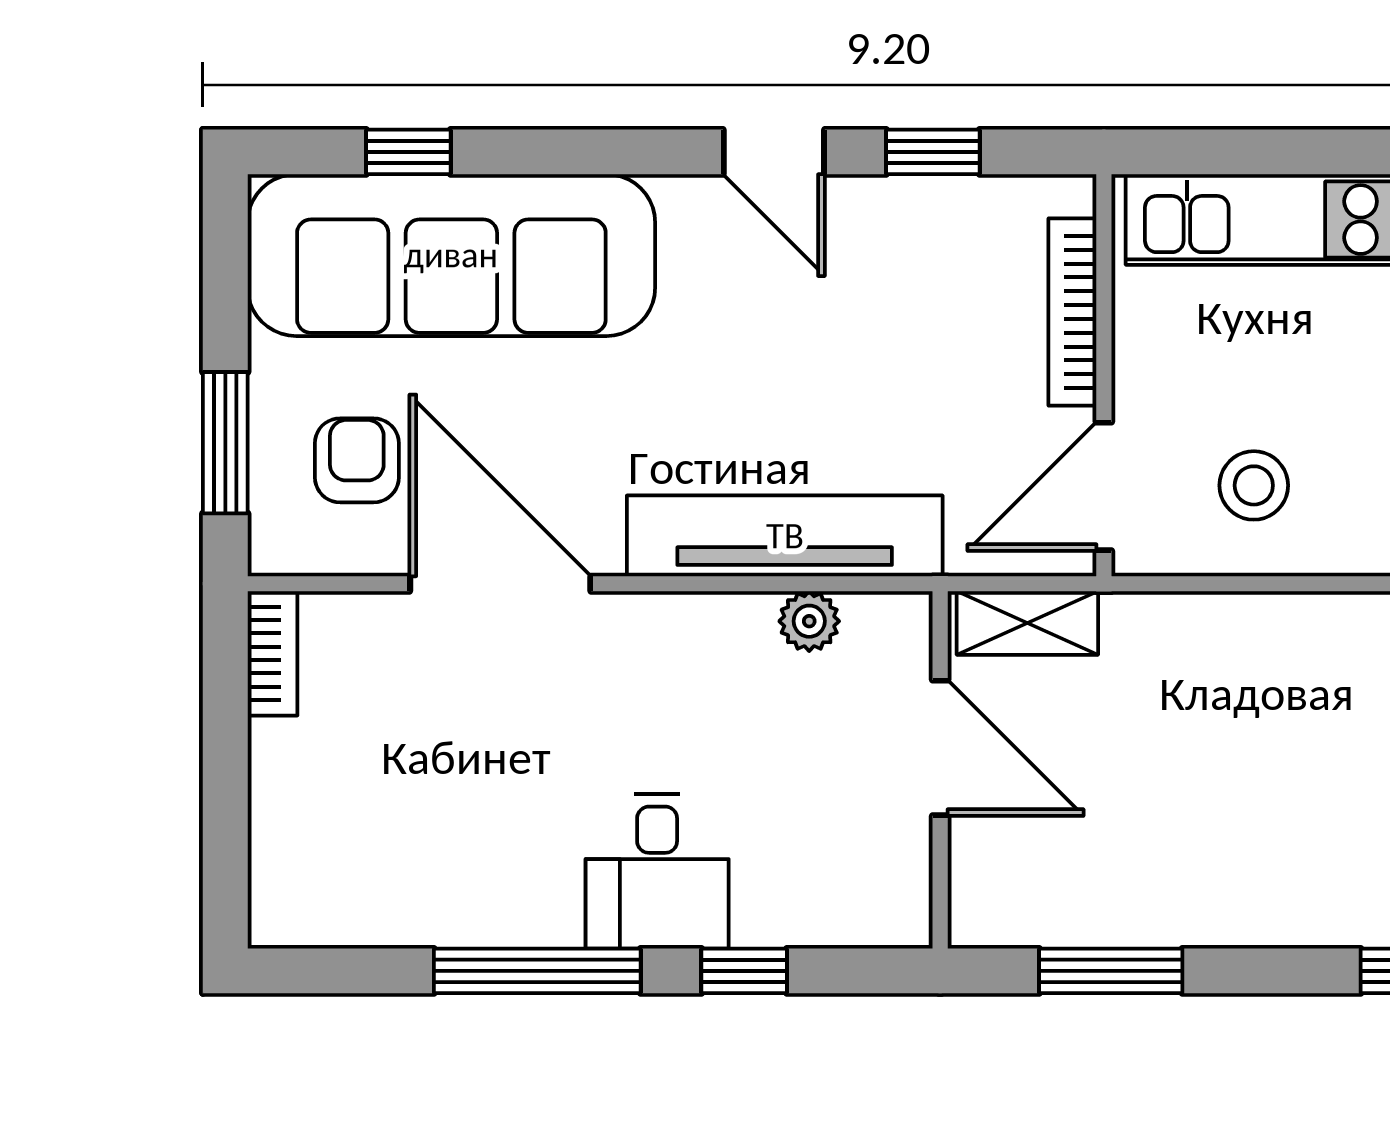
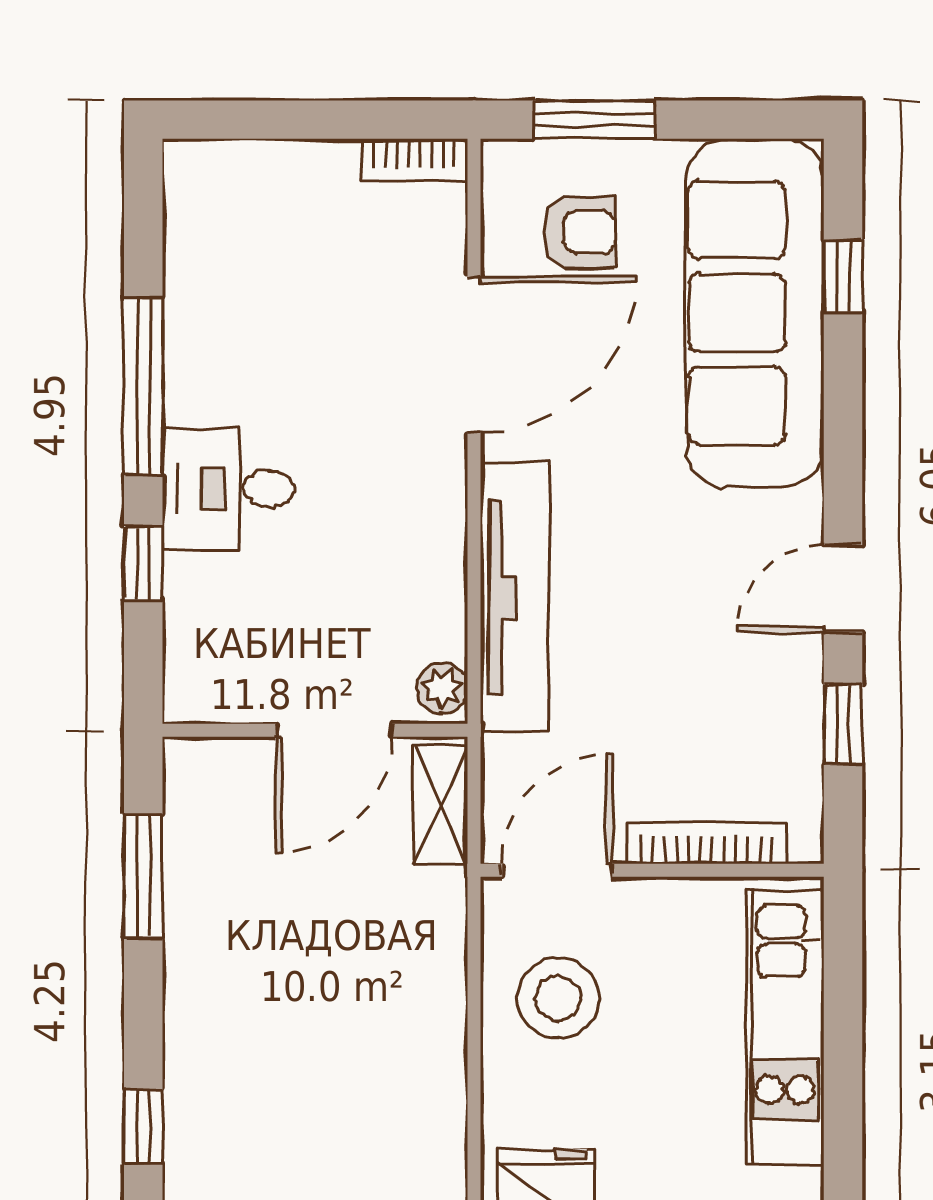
stool: (1254, 485) -> (558, 998), width x1.38, depth x1.38
door: (1104, 486) -> (557, 870), hinge flipped
plant: (809, 621) -> (442, 688), moved

